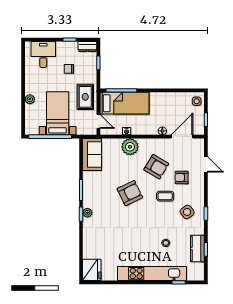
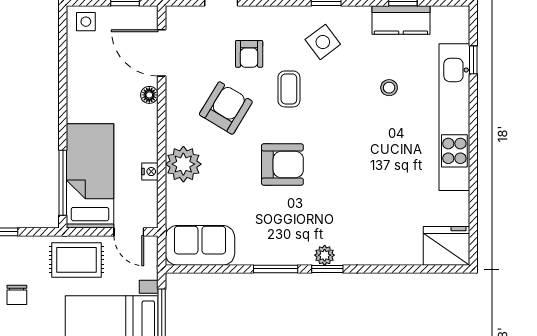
door: (98, 121) -> (129, 232), swing flipped
armchair: (130, 193) -> (282, 165), turned 116

